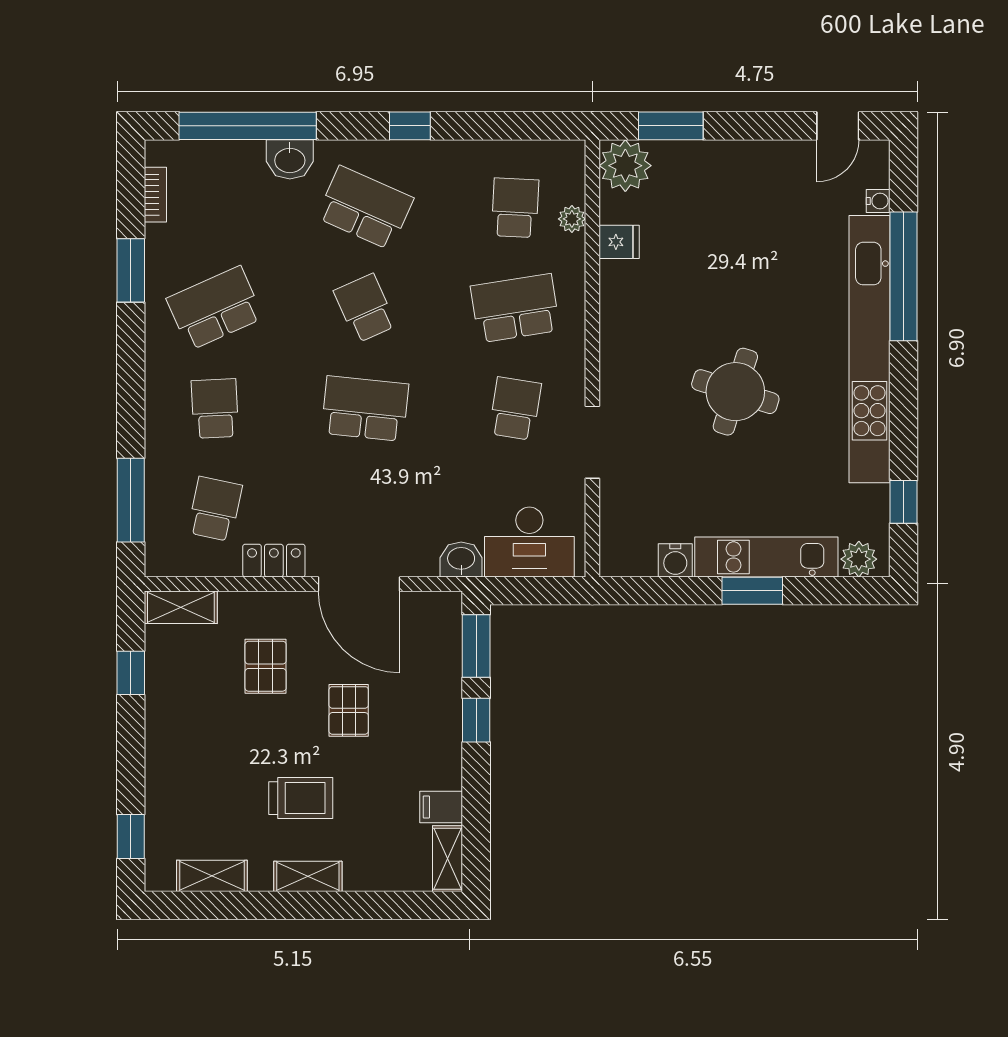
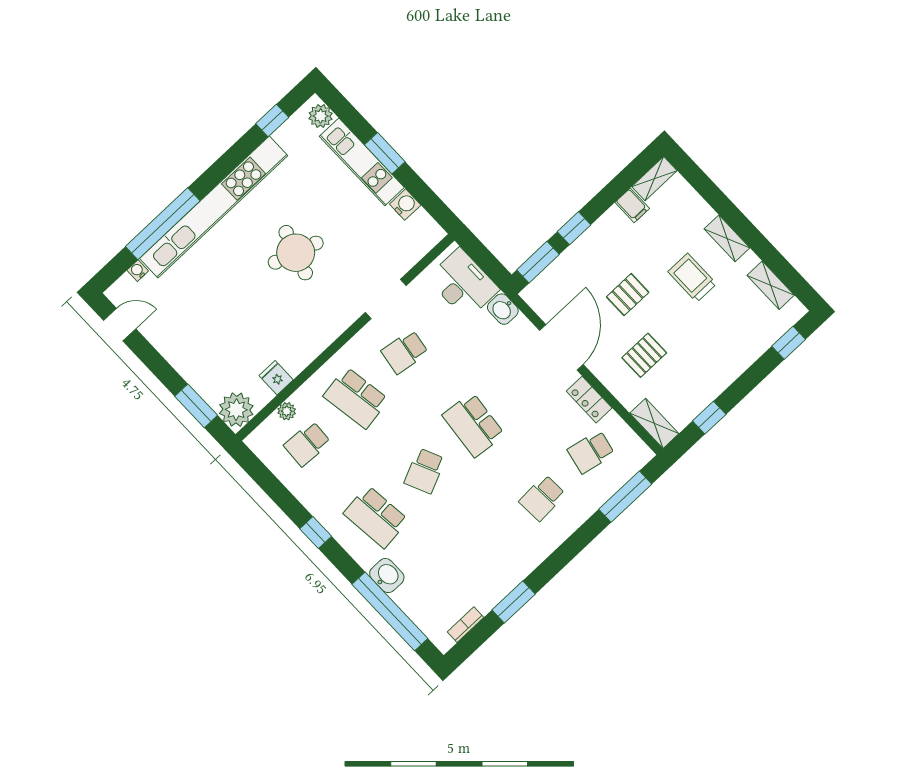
school desk: (365, 208) -> (376, 517), turned -30
school desk: (215, 308) -> (493, 544), removed

